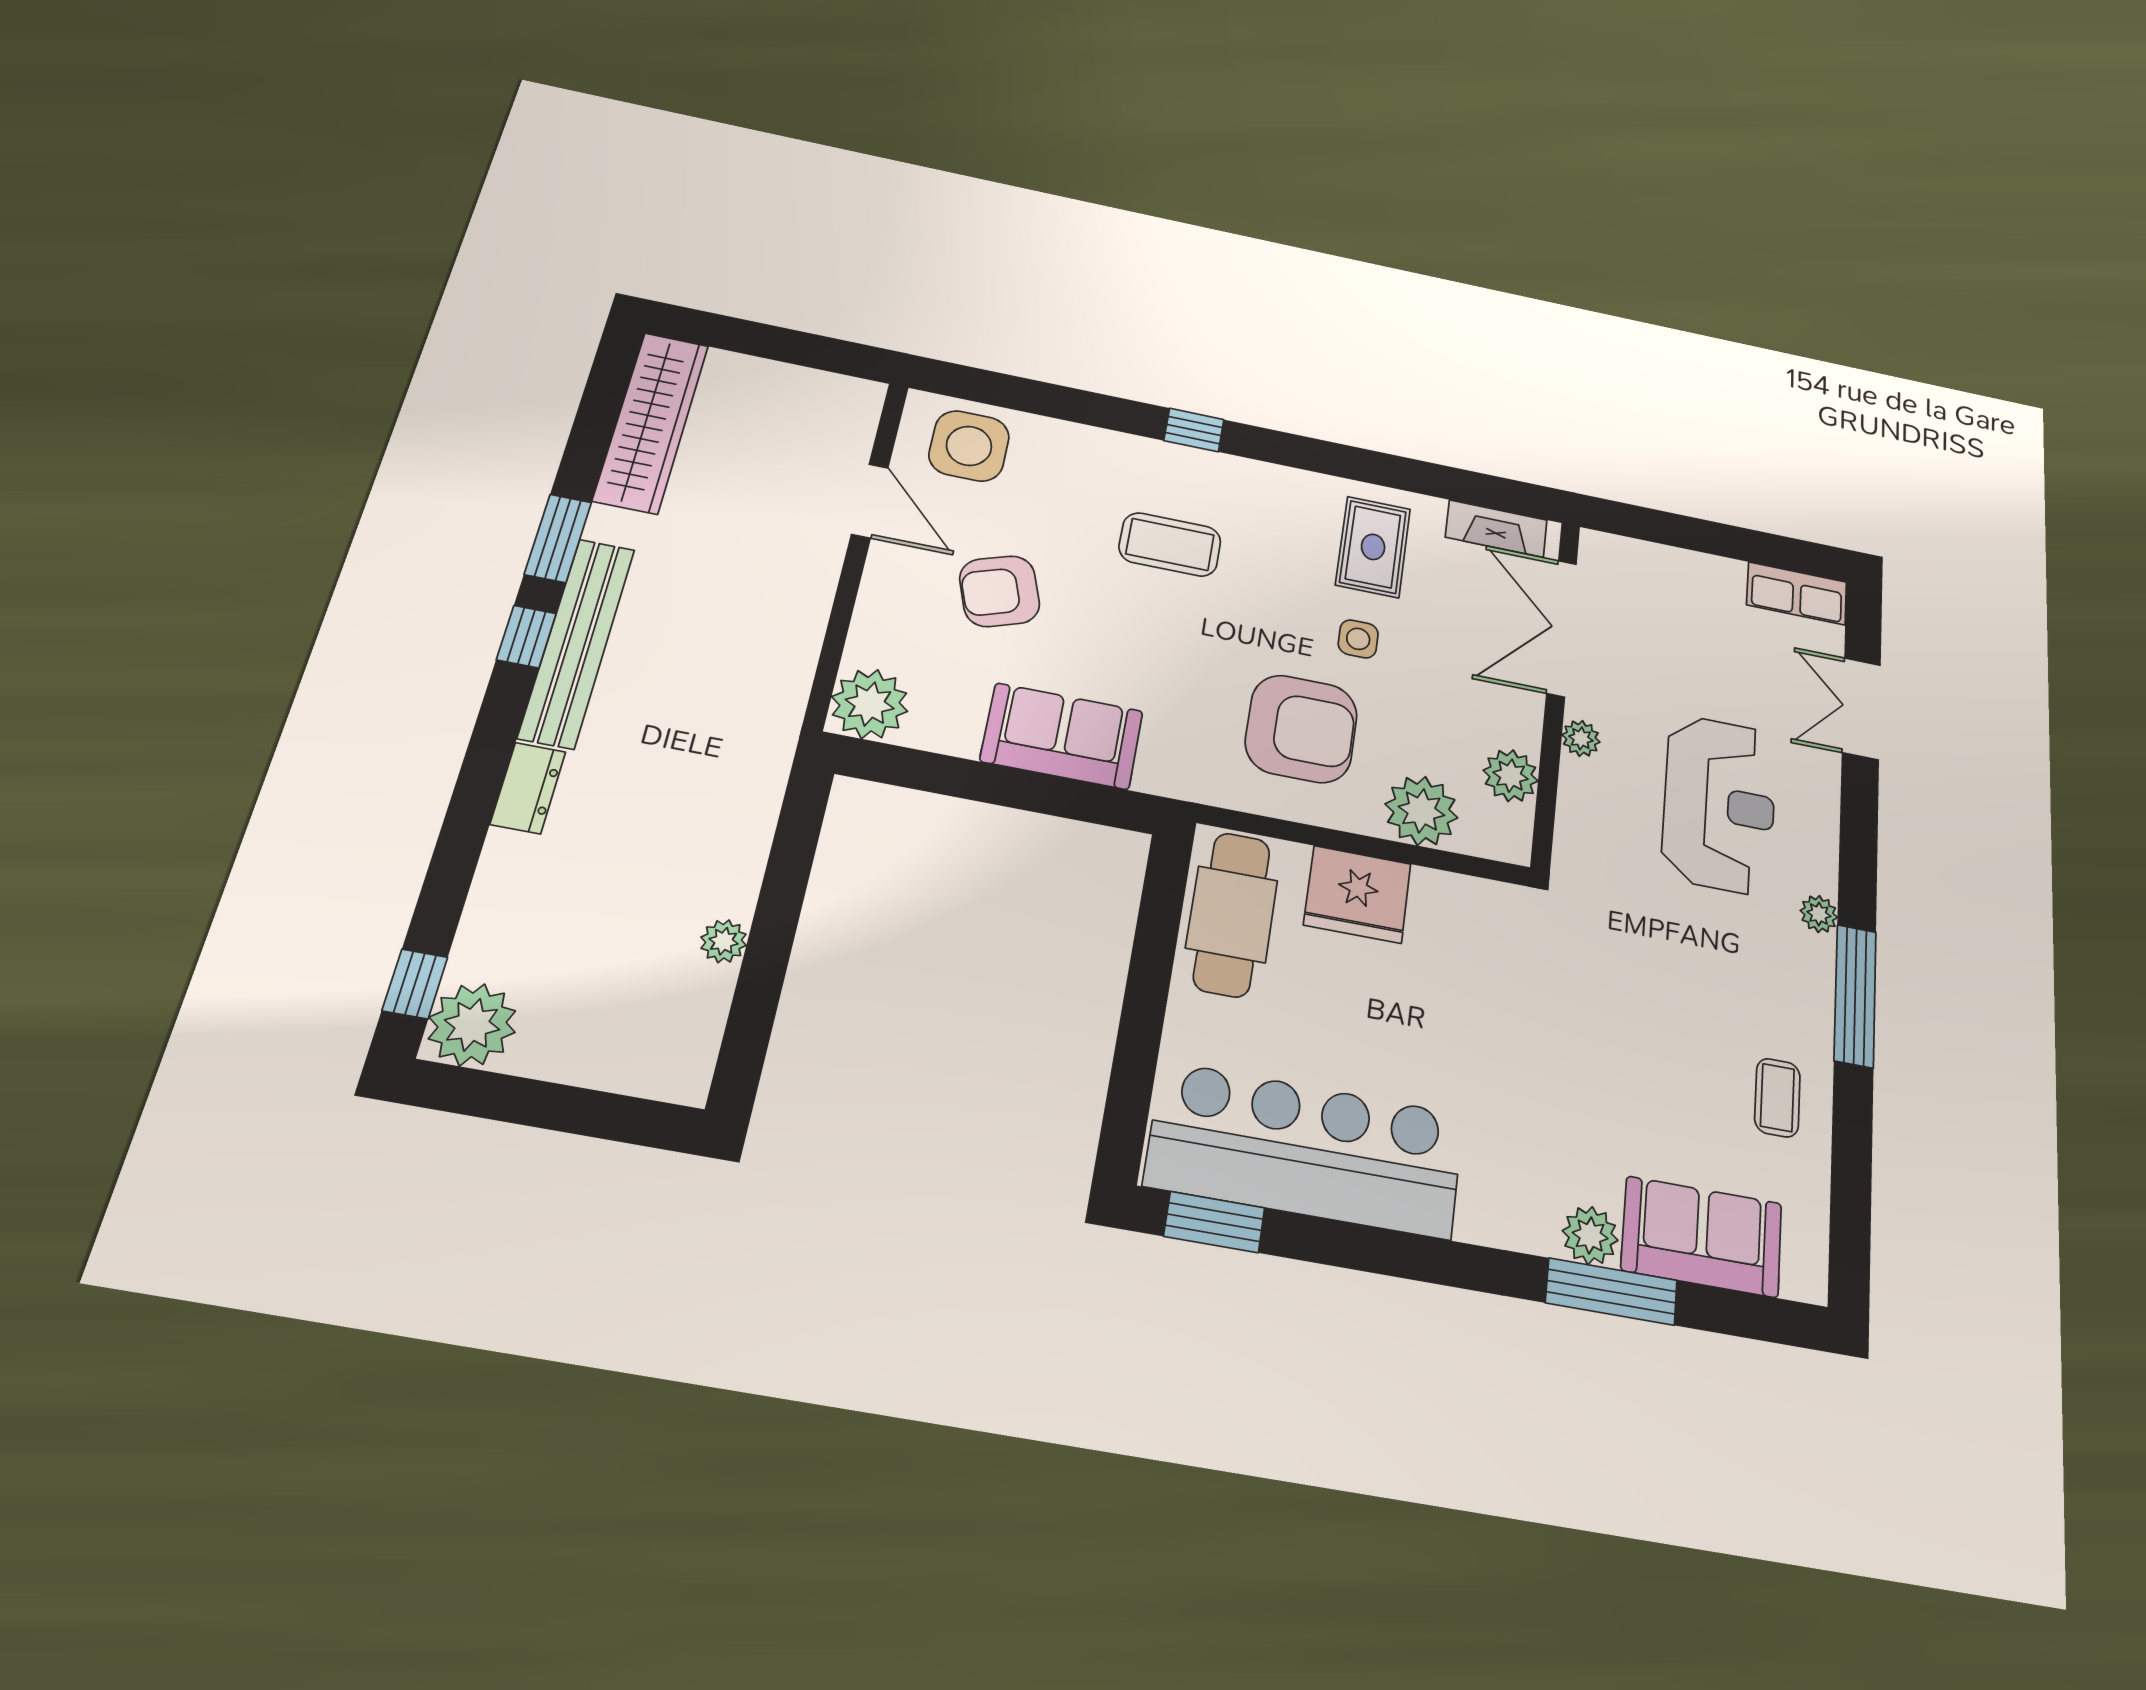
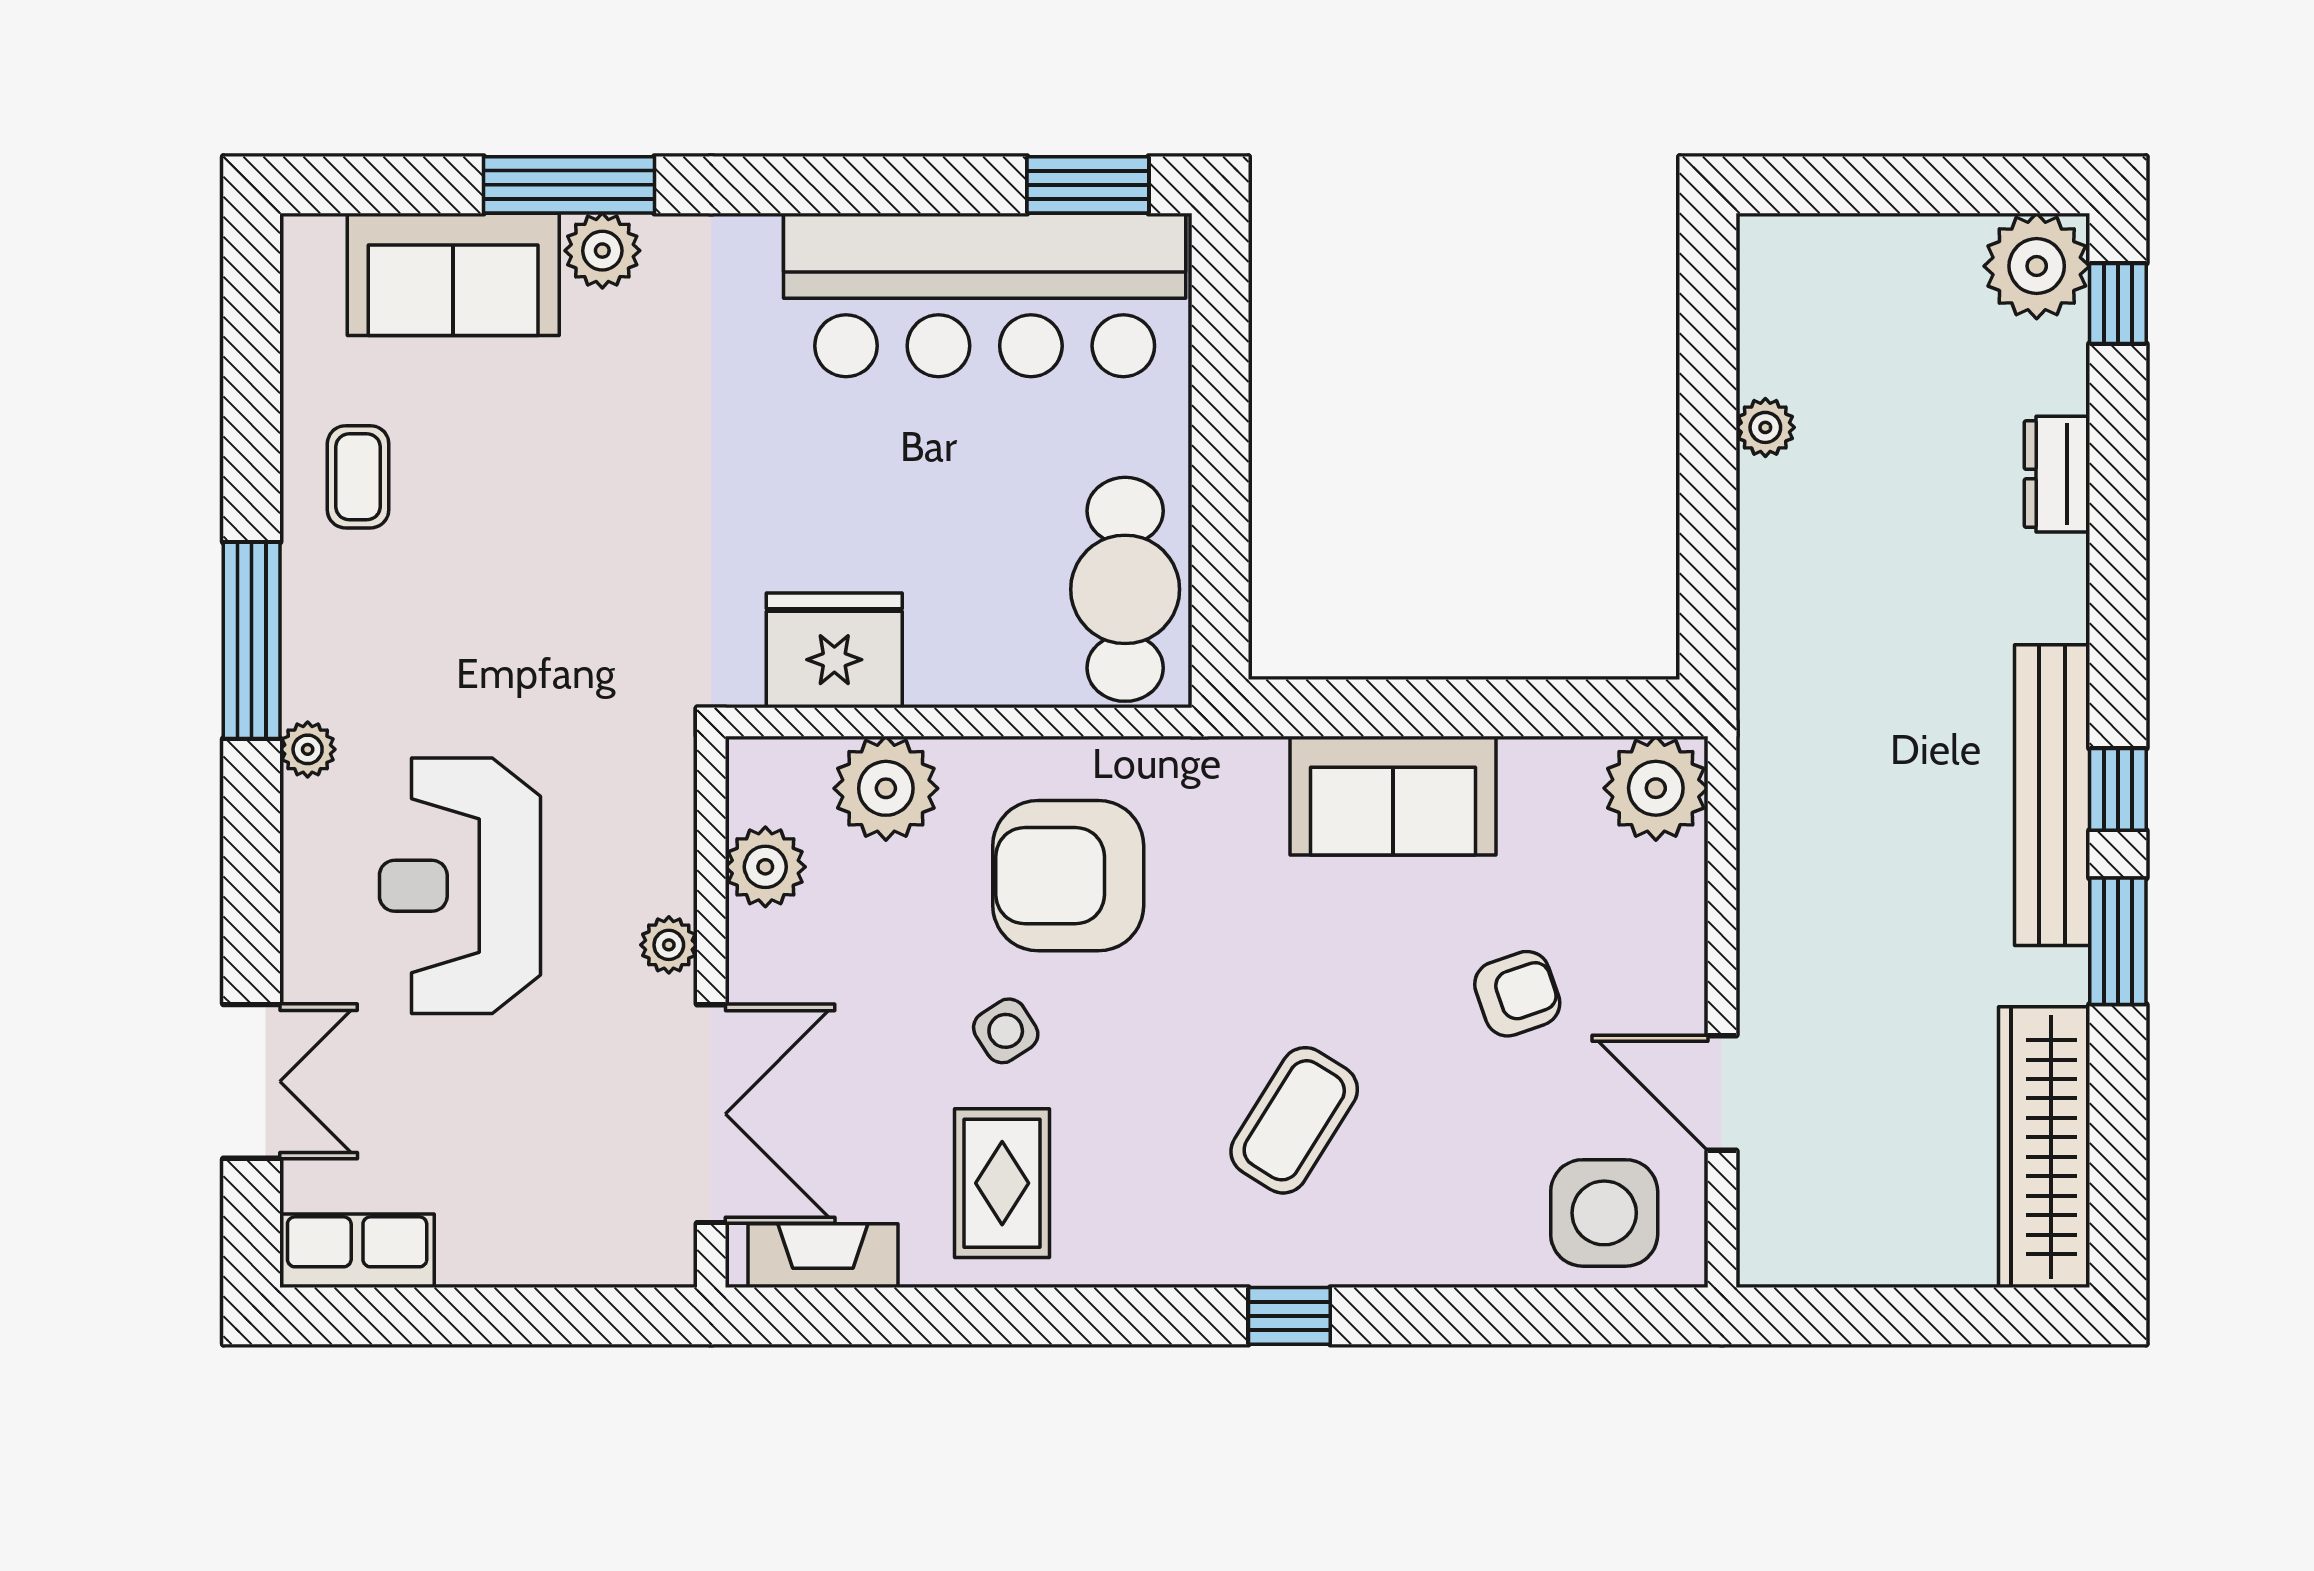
coffee table: (1170, 544) -> (1294, 1120), turned -58
armchair: (1000, 591) -> (1517, 994), width x0.72, depth x0.72
side table: (1358, 639) -> (1006, 1031), turned -33
dresser: (528, 788) -> (2057, 474), moved
fridge: (1357, 894) -> (834, 650), moved

